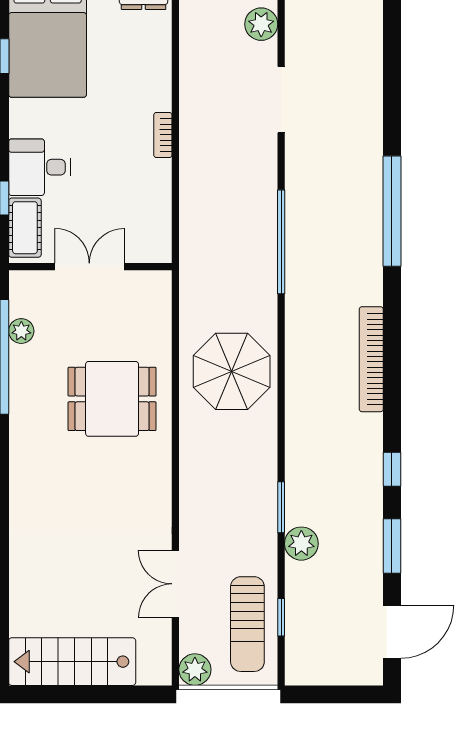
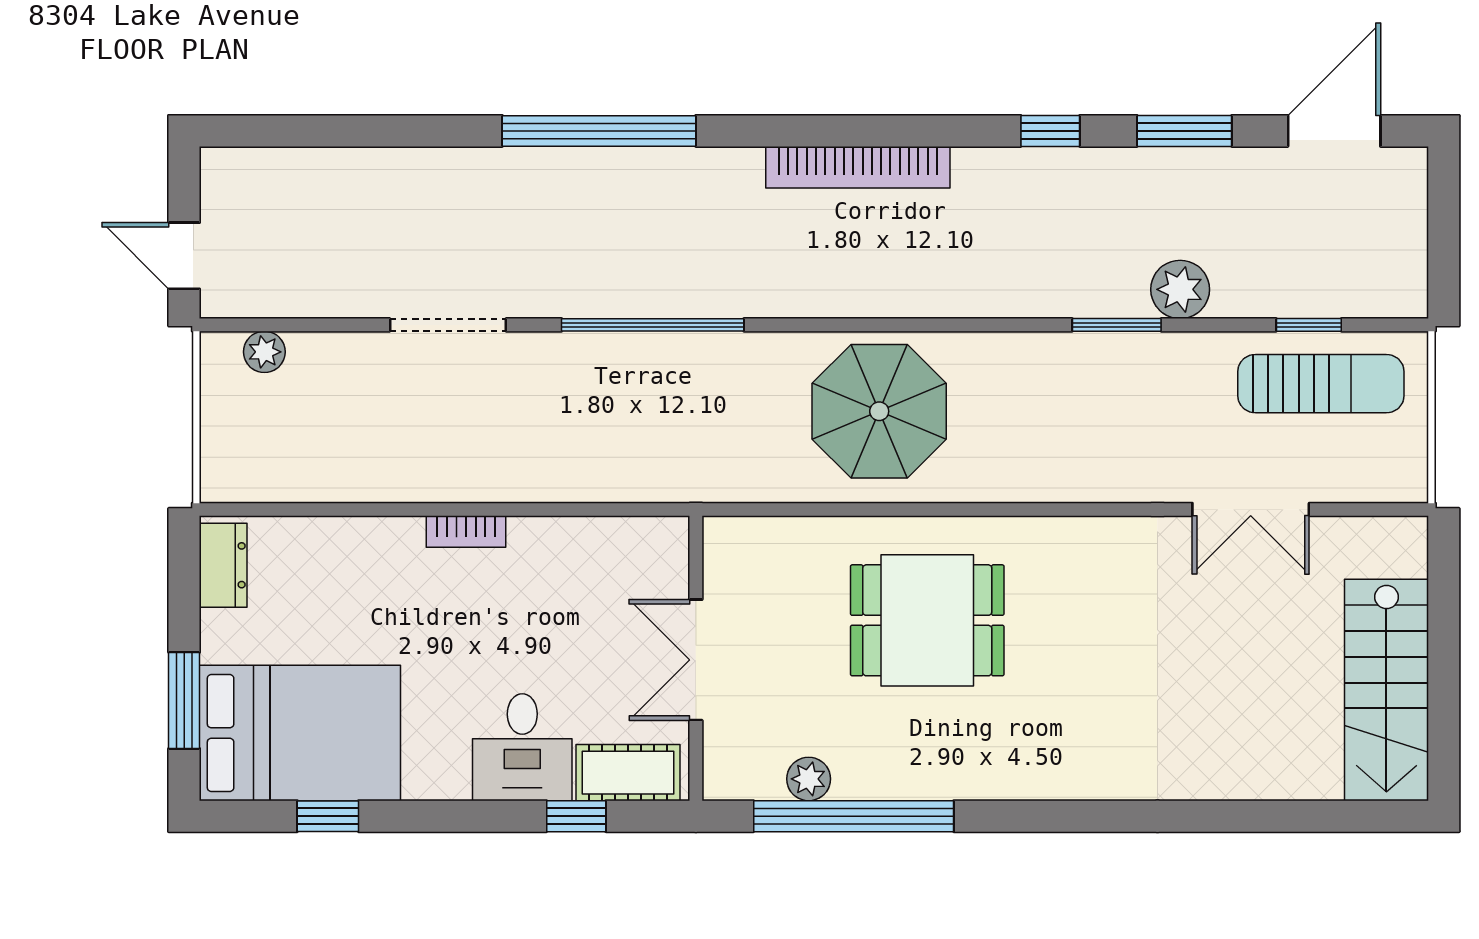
plant: (261, 24) -> (264, 352), width x0.73, depth x0.73
doorway: (281, 100) -> (448, 325), moved
dining table: (112, 399) -> (927, 620), turned 90
door: (392, 632) -> (1334, 131), hinge flipped
plant: (195, 670) -> (1400, 476), removed

